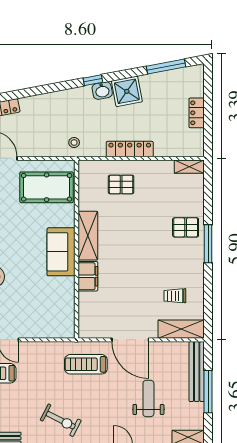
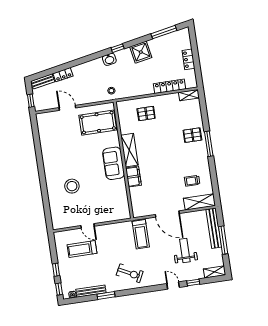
washbasin: (102, 91) -> (109, 59), moved
locker: (130, 149) -> (169, 86), moved
treadmill: (86, 364) -> (141, 234), turned -90

